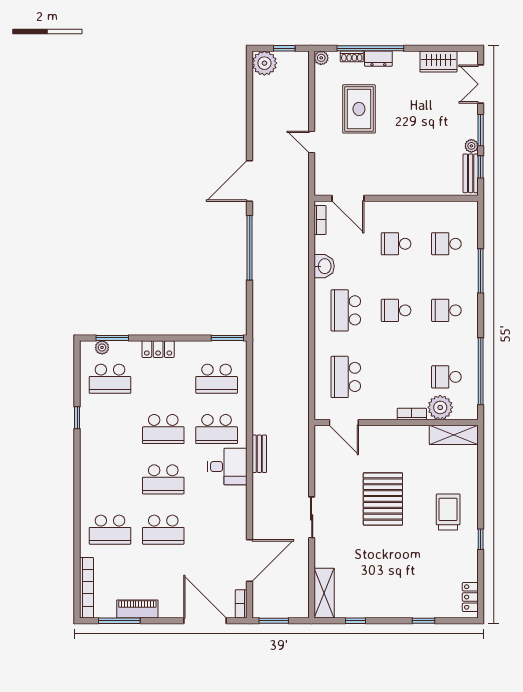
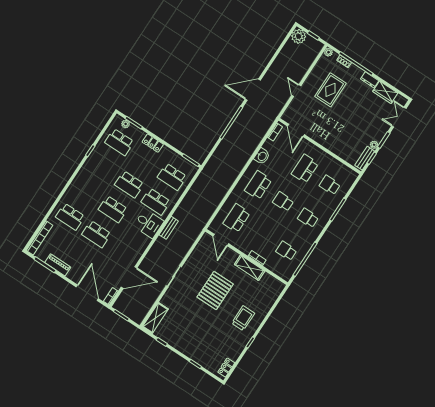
dresser: (378, 59) -> (370, 80), moved
school desk: (396, 244) -> (305, 169), width x1.85
plant: (440, 407) -> (273, 264), removed
shelving: (454, 435) -> (250, 268), moved

